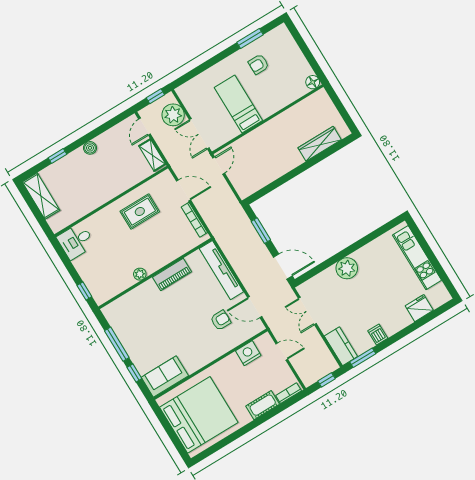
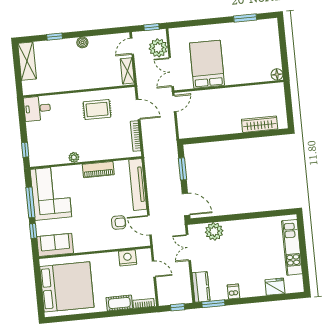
armchair: (259, 64) -> (242, 41), removed
bed: (238, 104) -> (207, 64), width x1.50
plant: (347, 268) -> (214, 231), moved
corner sofa: (134, 324) -> (51, 193), added

